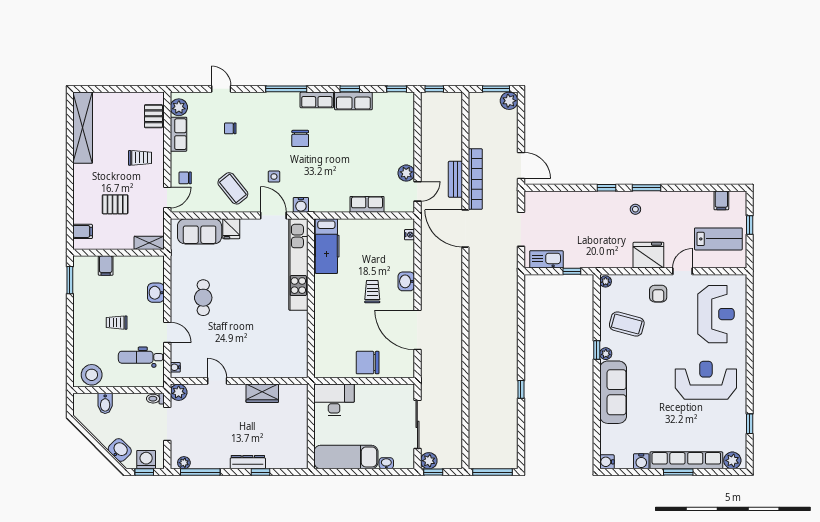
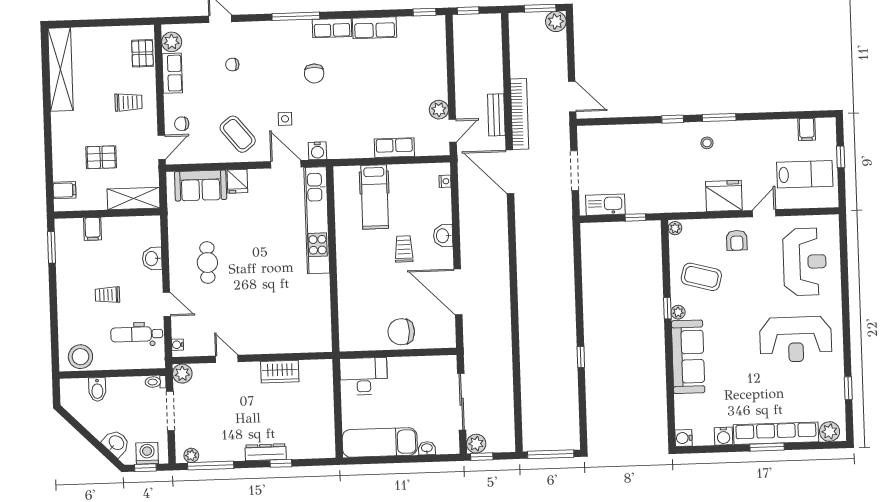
window: (350, 89) -> (370, 14), removed
shelving: (149, 243) -> (134, 198), width x1.50, depth x1.33
hospital bed: (326, 246) -> (375, 197), moved
reception desk: (706, 380) -> (796, 339), turned 180

